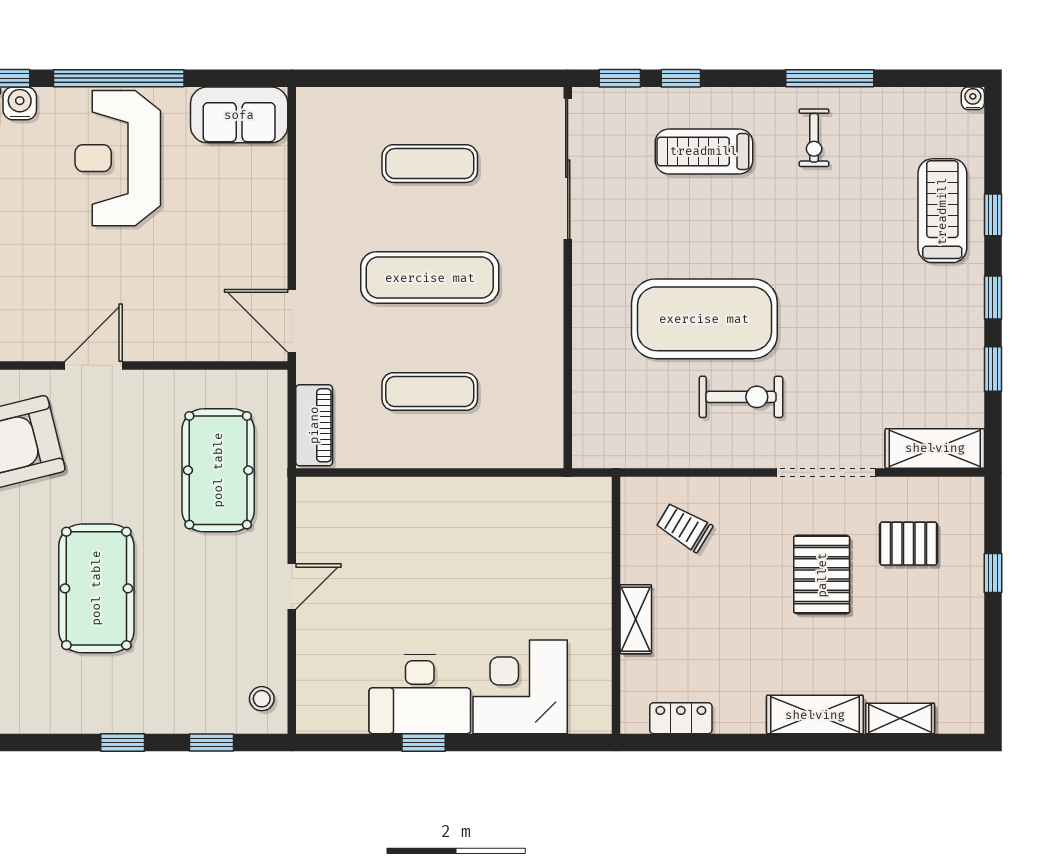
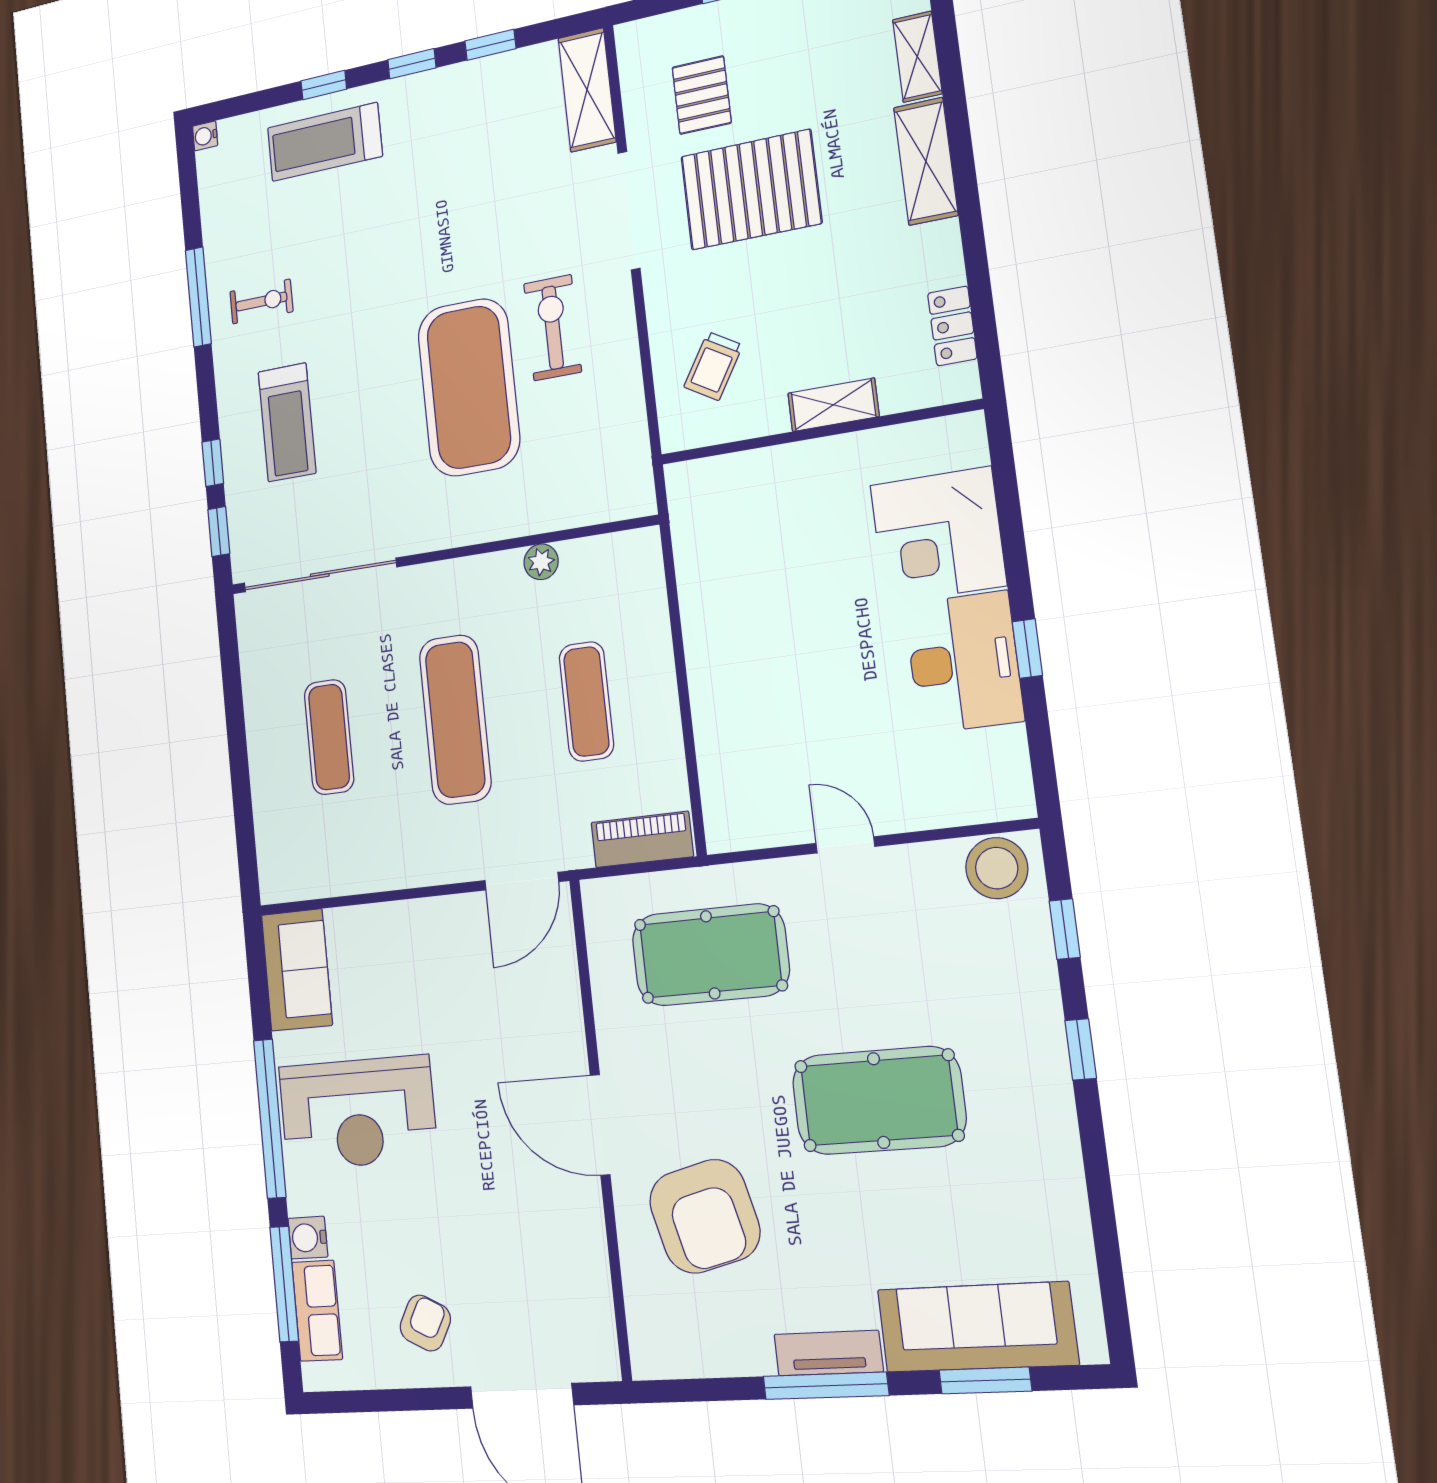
door: (94, 365) -> (600, 1125), width x1.36
plant: (549, 366) -> (541, 562), added
pallet: (822, 575) -> (751, 190), width x1.37, depth x1.41
stool: (262, 699) -> (997, 868), width x1.89, depth x1.89

